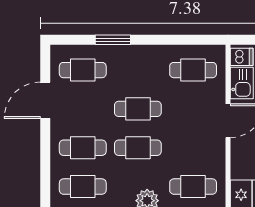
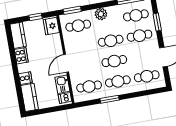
window: (113, 40) -> (110, 99), moved
cafe table: (138, 70) -> (118, 81), added
window: (45, 167) -> (157, 22), added

